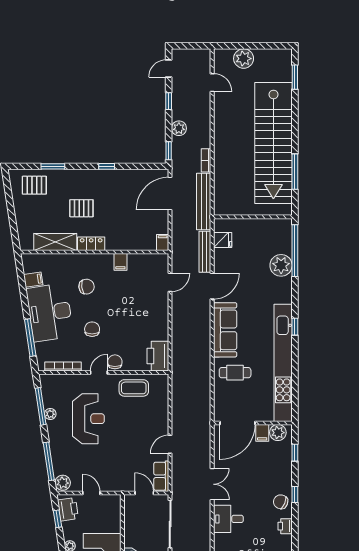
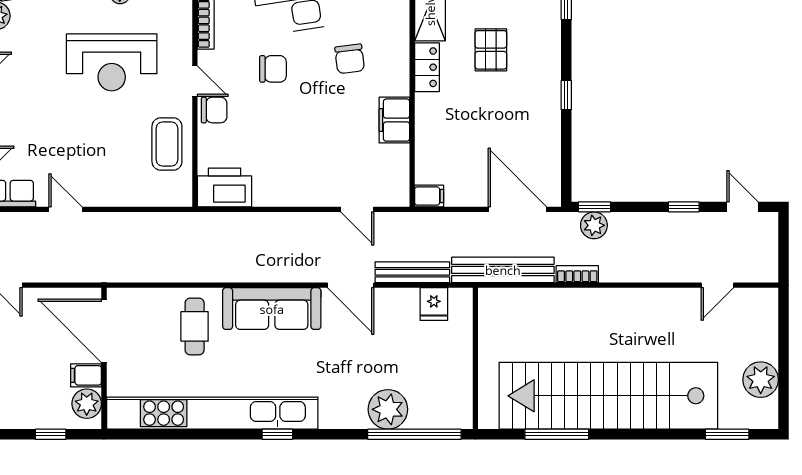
plant: (244, 59) -> (761, 380), moved
plant: (179, 128) -> (594, 225), moved
filing cabinet: (120, 262) -> (394, 120), width x2.00

